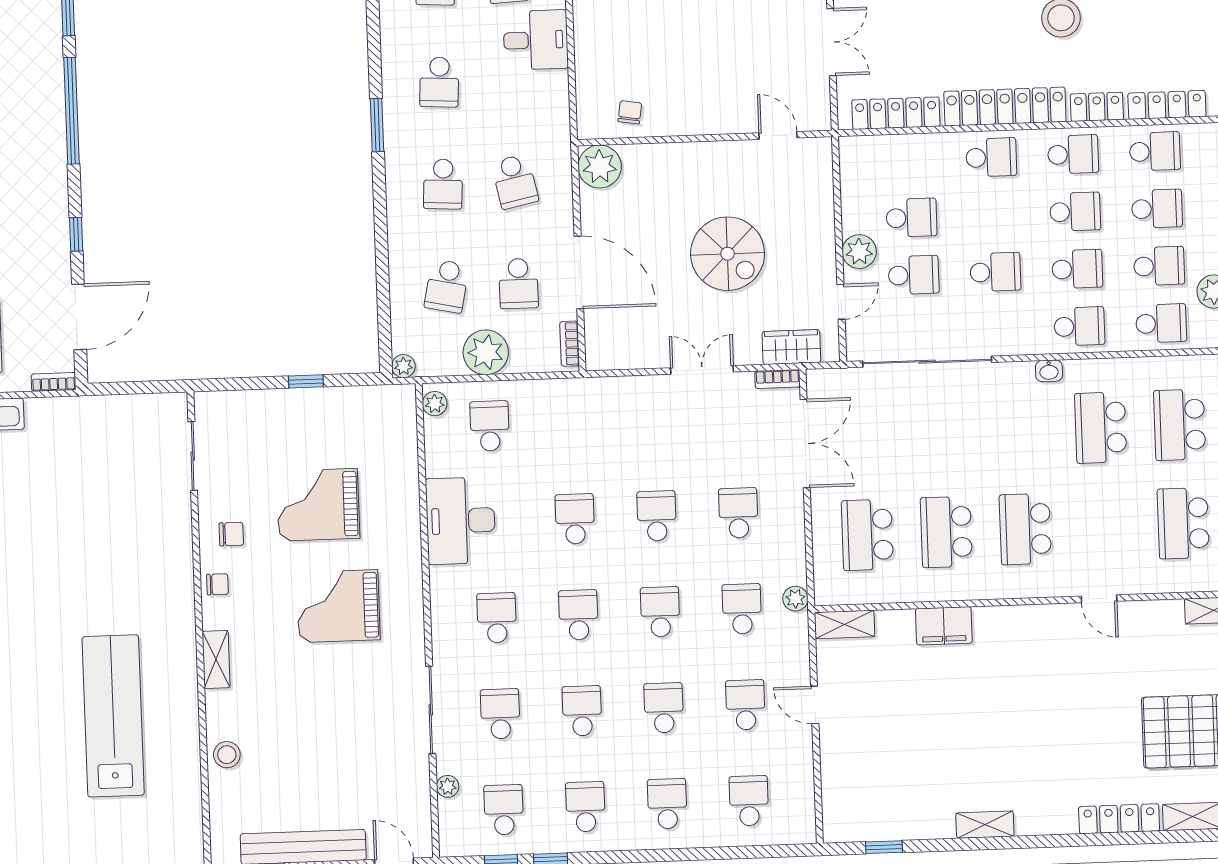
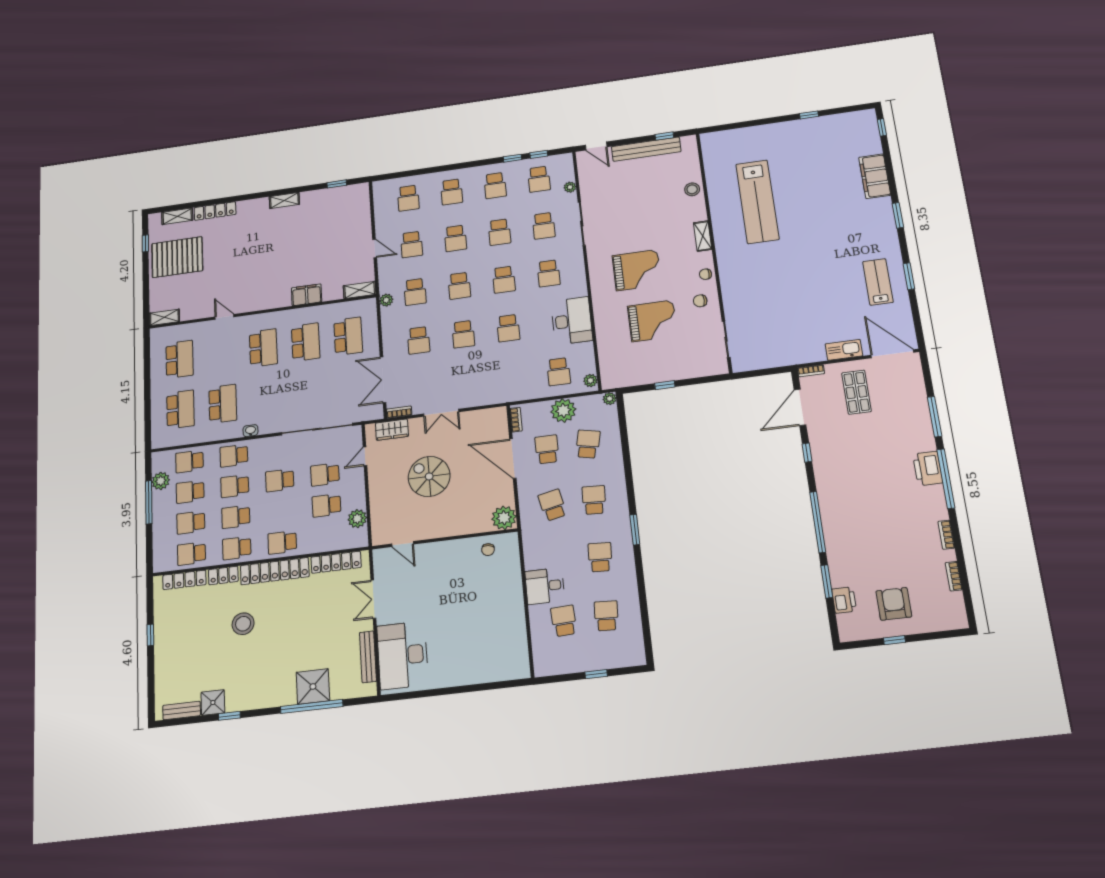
plant: (859, 252) -> (357, 519), moved

